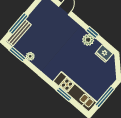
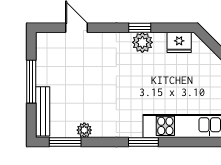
window: (18, 24) -> (31, 82), moved
window: (64, 94) -> (143, 142), moved

